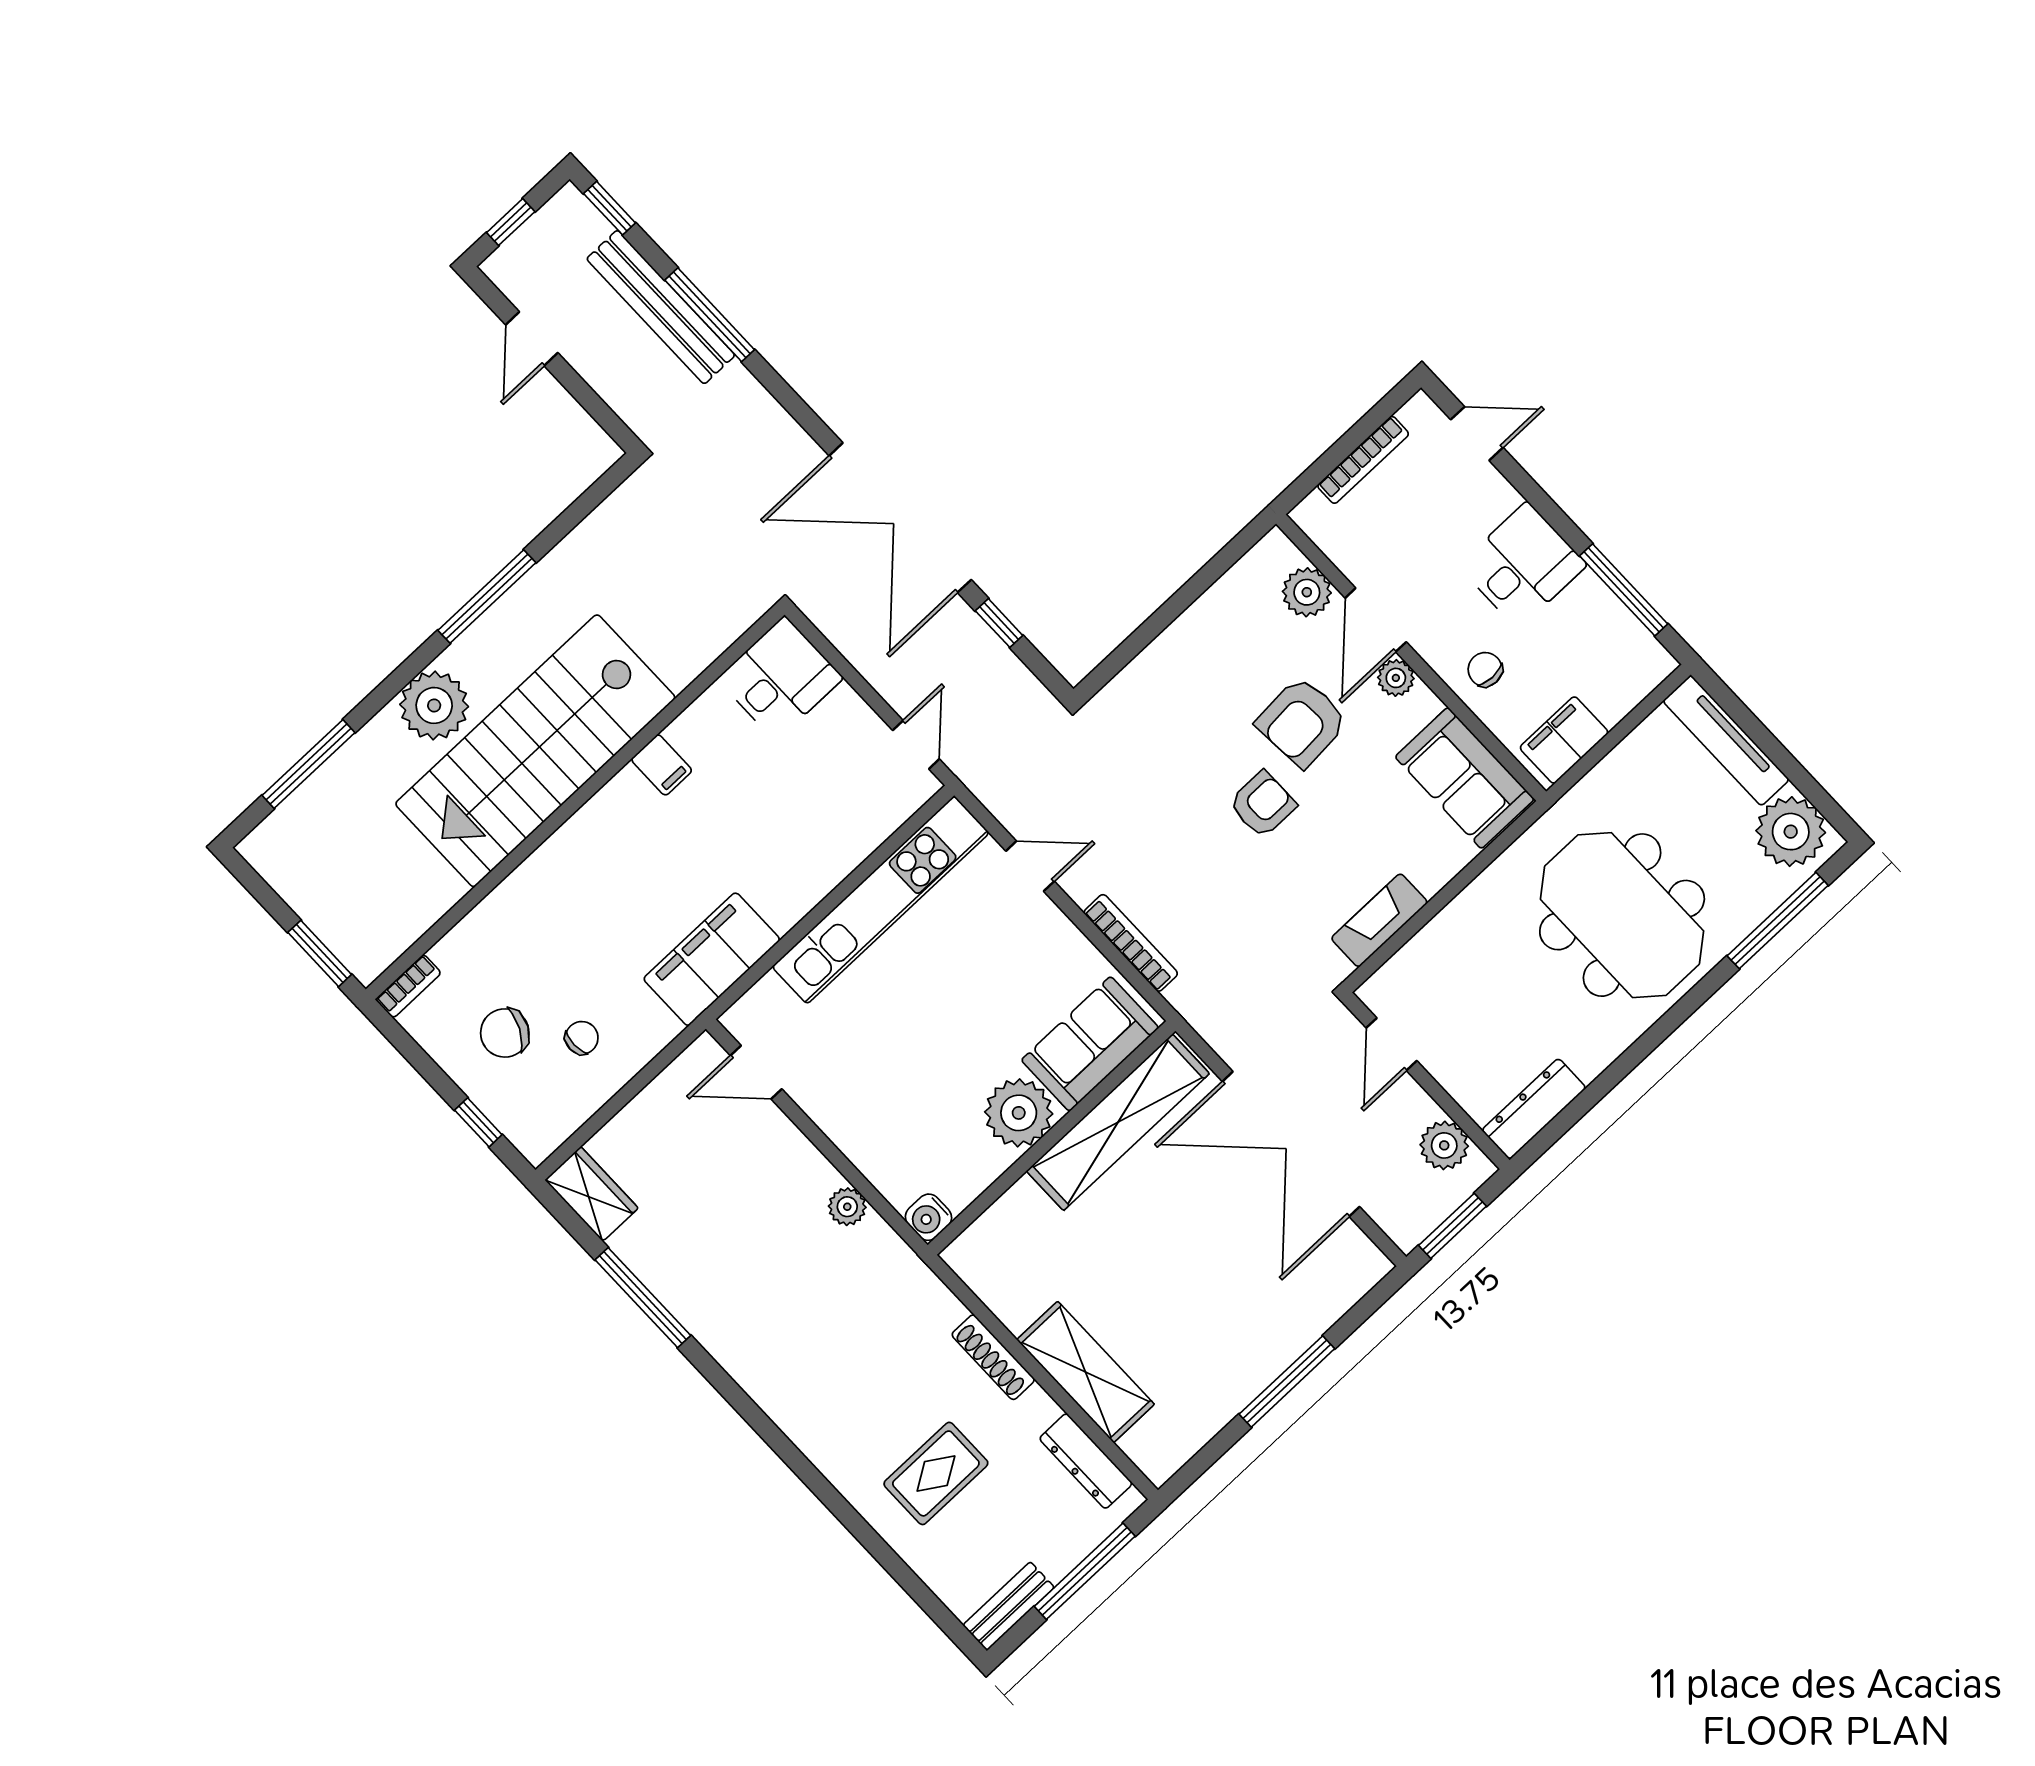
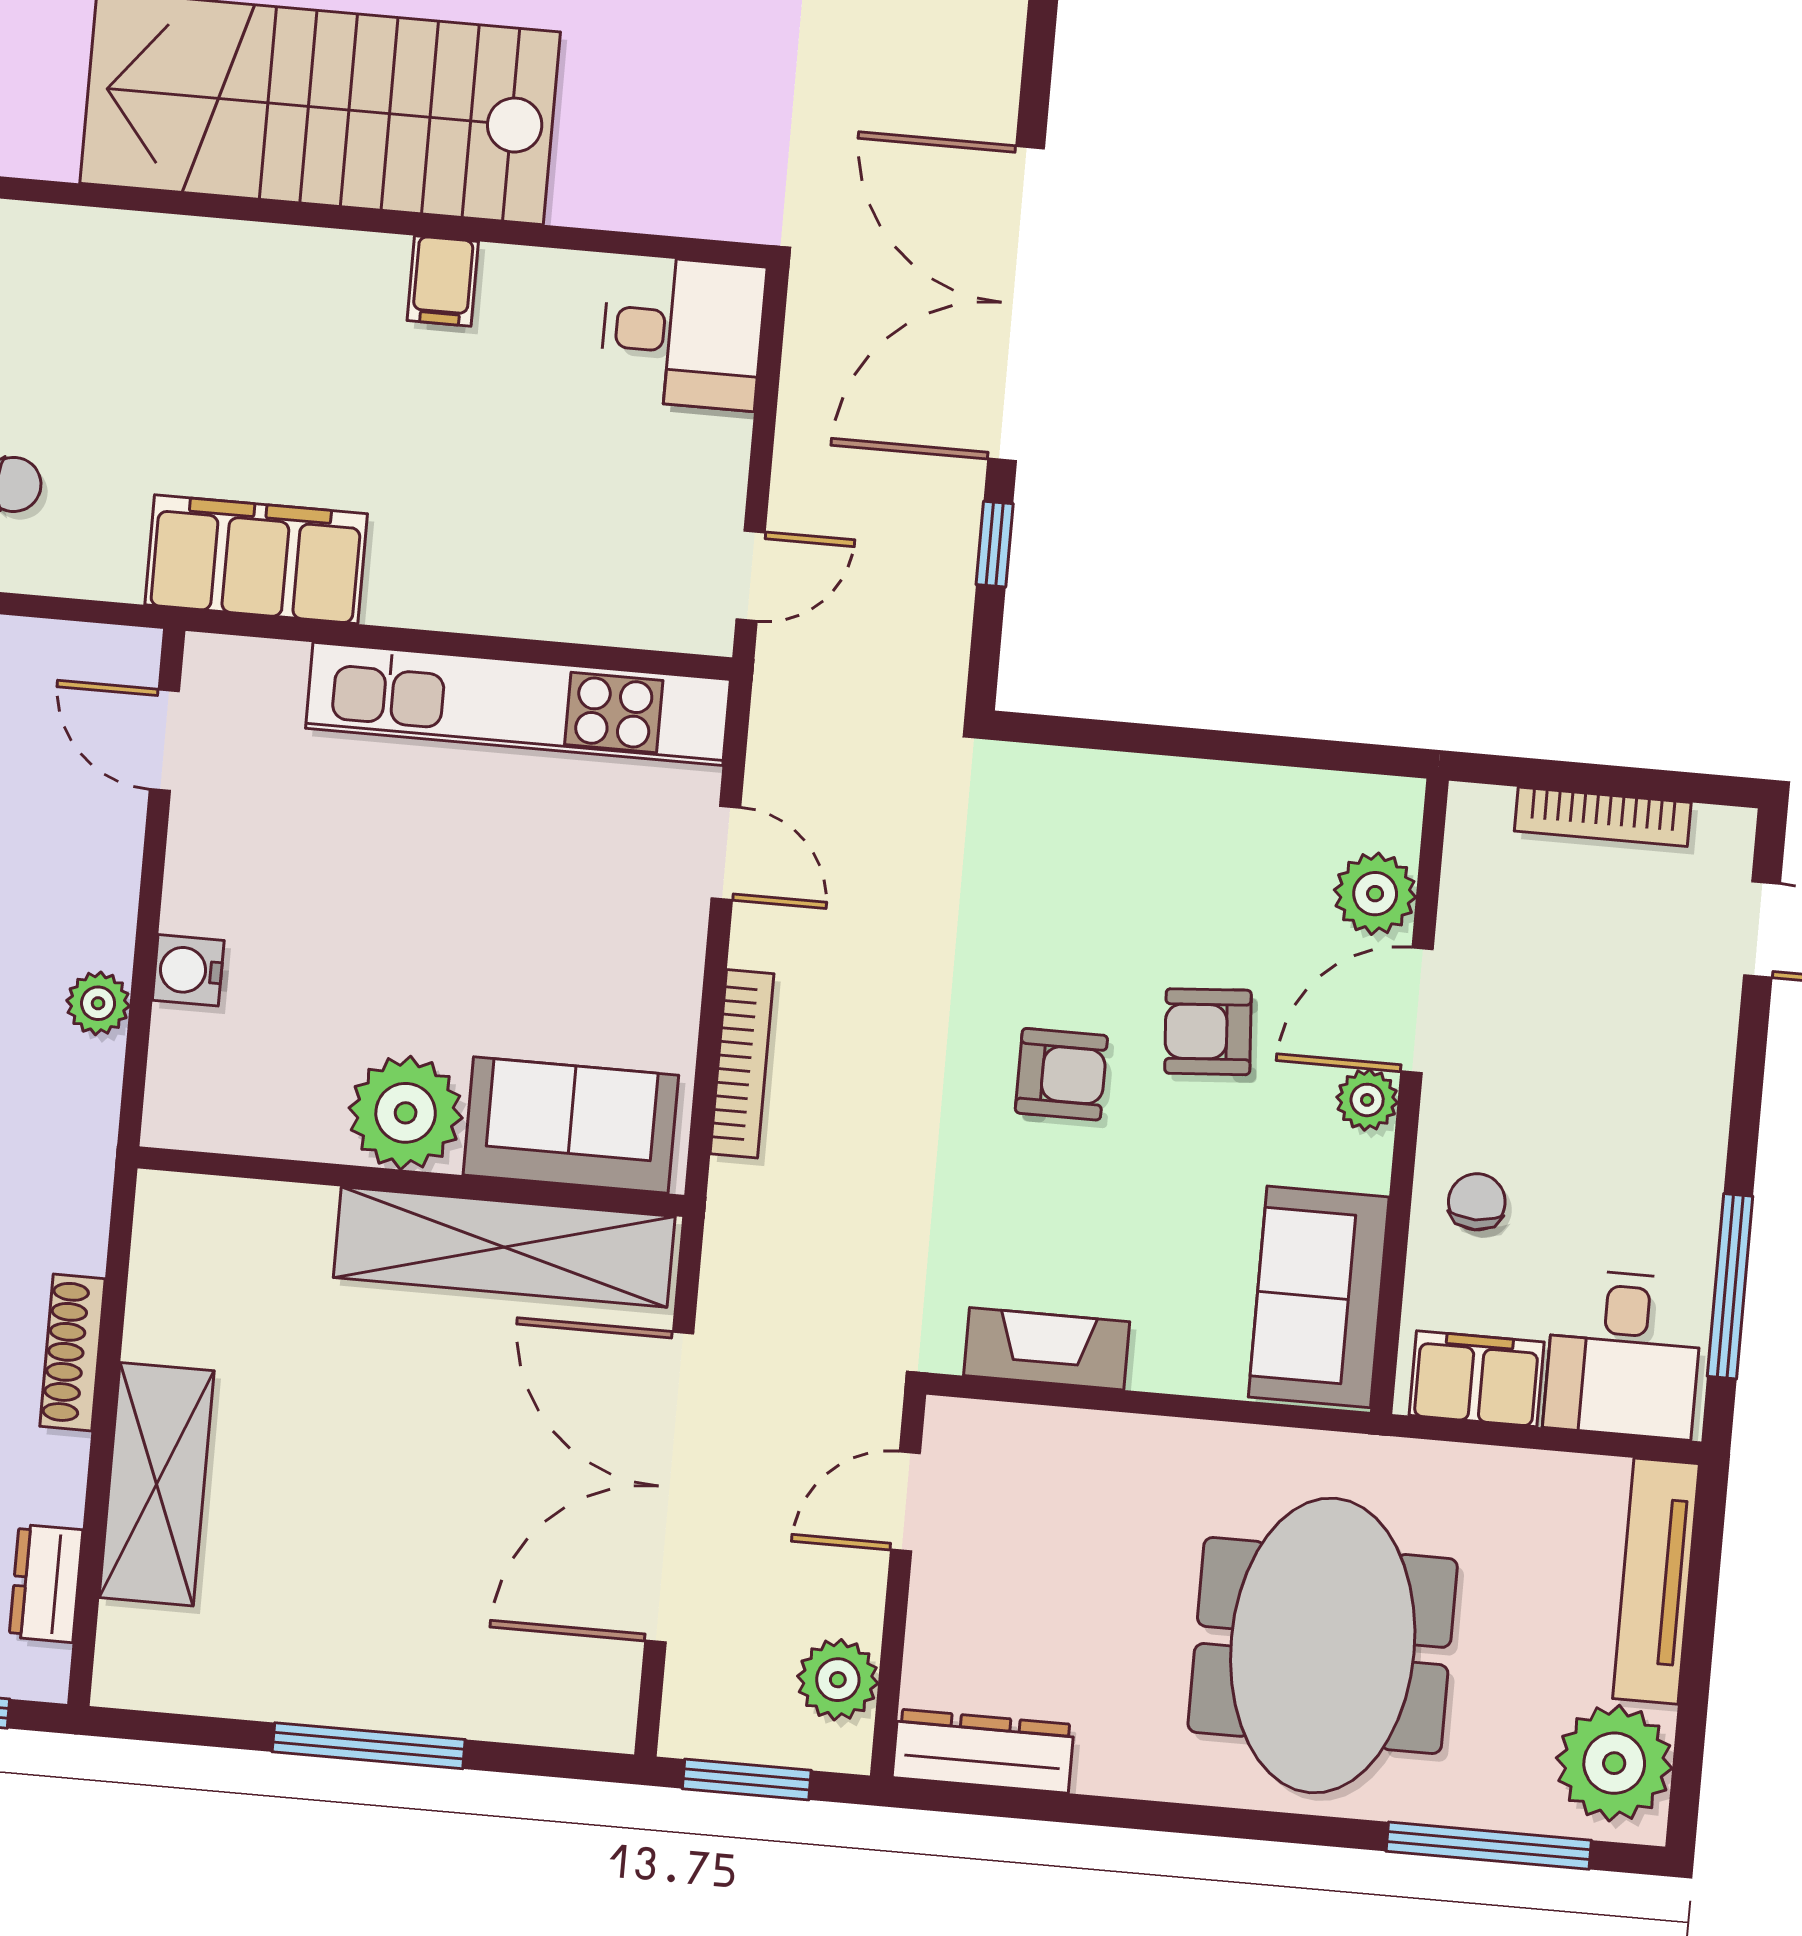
desk: (1523, 565) -> (1624, 1354), moved, turned 90
armchair: (1302, 722) -> (1208, 1032), width x0.72, depth x0.72
water cooler: (928, 1217) -> (188, 970), moved
dresser: (1086, 1461) -> (46, 1583), width x0.70

